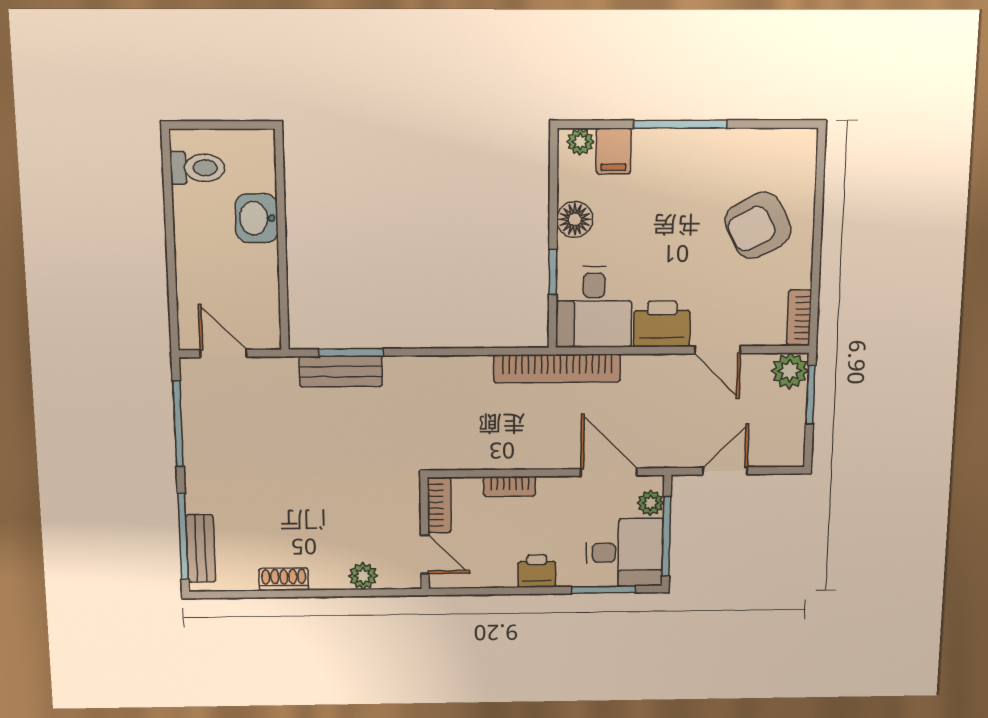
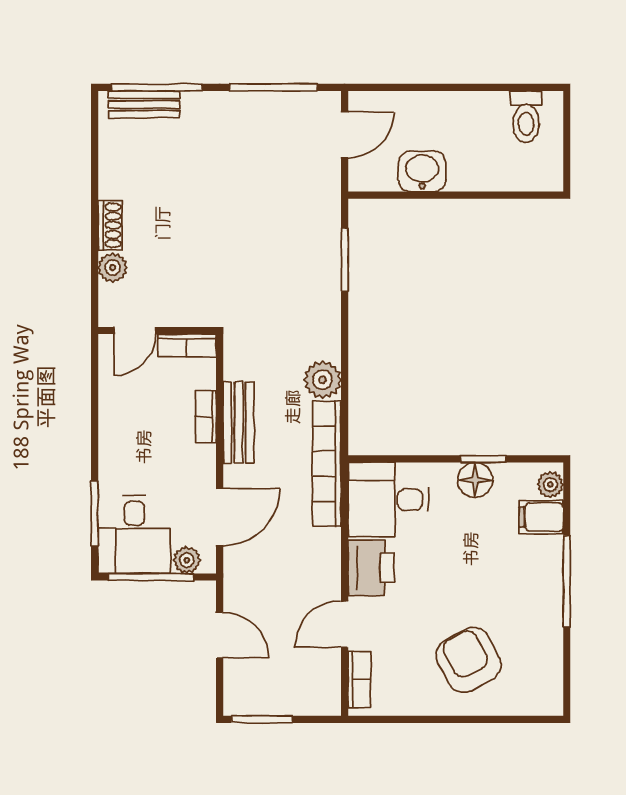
washbasin: (257, 218) -> (422, 171), moved
window: (553, 272) -> (483, 459), moved
bookcase: (799, 318) -> (359, 680), moved, turned 90
bench: (341, 371) -> (239, 422), moved
plant: (790, 371) -> (322, 380), moved
window: (811, 395) -> (262, 719), moved
printer: (537, 571) -> (115, 445), removed
shoe rack: (284, 579) -> (110, 225), moved

